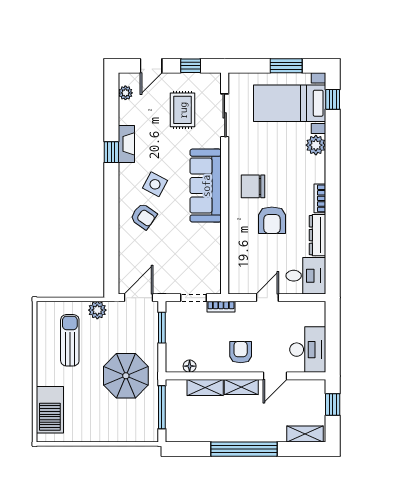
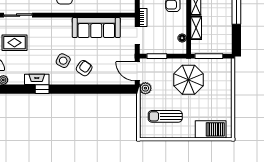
sofa: (206, 186) -> (96, 28), moved
plant: (97, 310) -> (145, 88), moved

